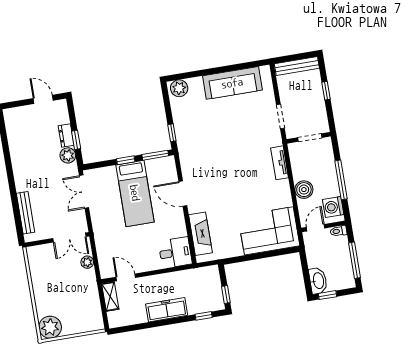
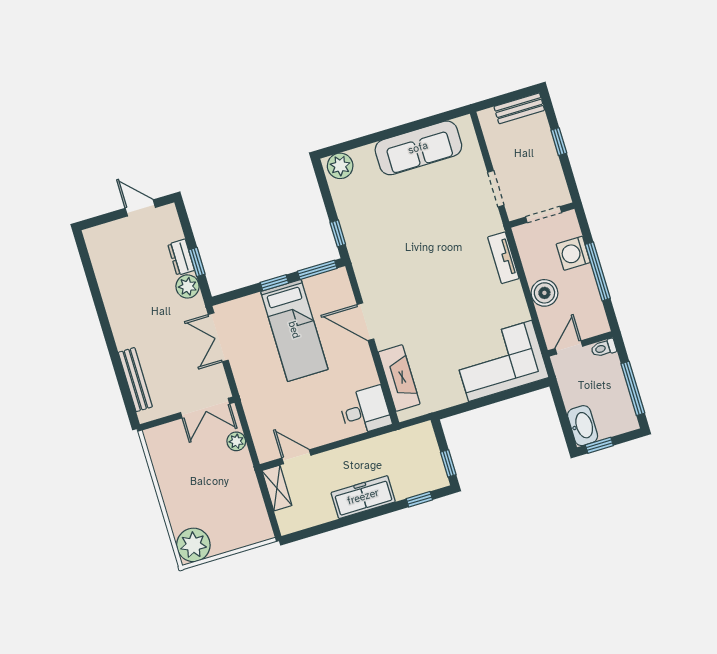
bench: (297, 66) -> (519, 108), width x0.73
washing machine: (333, 207) -> (573, 253), moved

